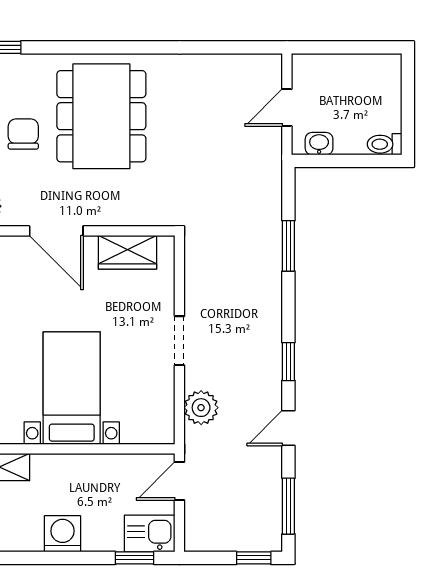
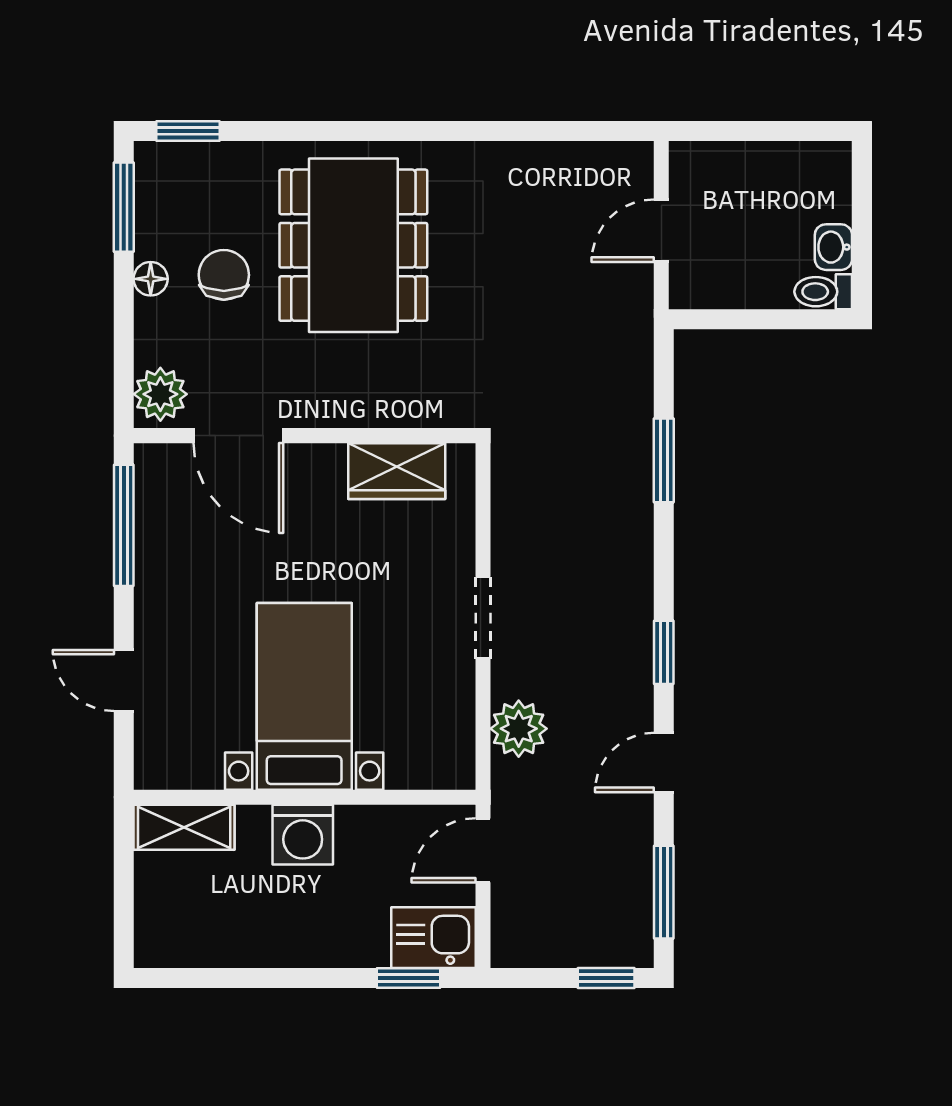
washbasin: (319, 144) -> (833, 247), moved, turned -90
door: (56, 231) -> (238, 436), moved
washing machine: (63, 534) -> (303, 835), moved, turned 180

